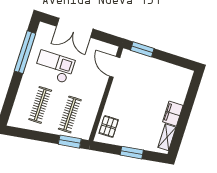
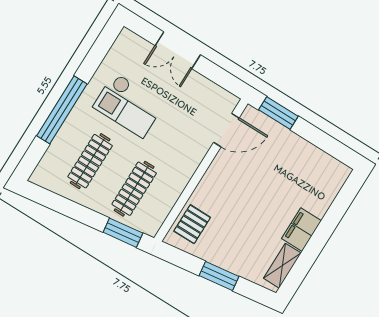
double door: (75, 28) -> (178, 50), width x0.73
window: (25, 52) -> (62, 110), moved
checkout: (54, 67) -> (129, 105), turned 180
door: (115, 67) -> (226, 130), swing flipped

